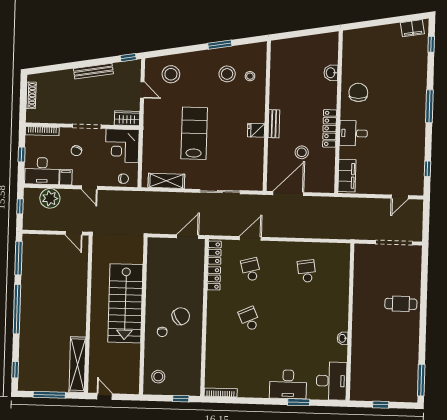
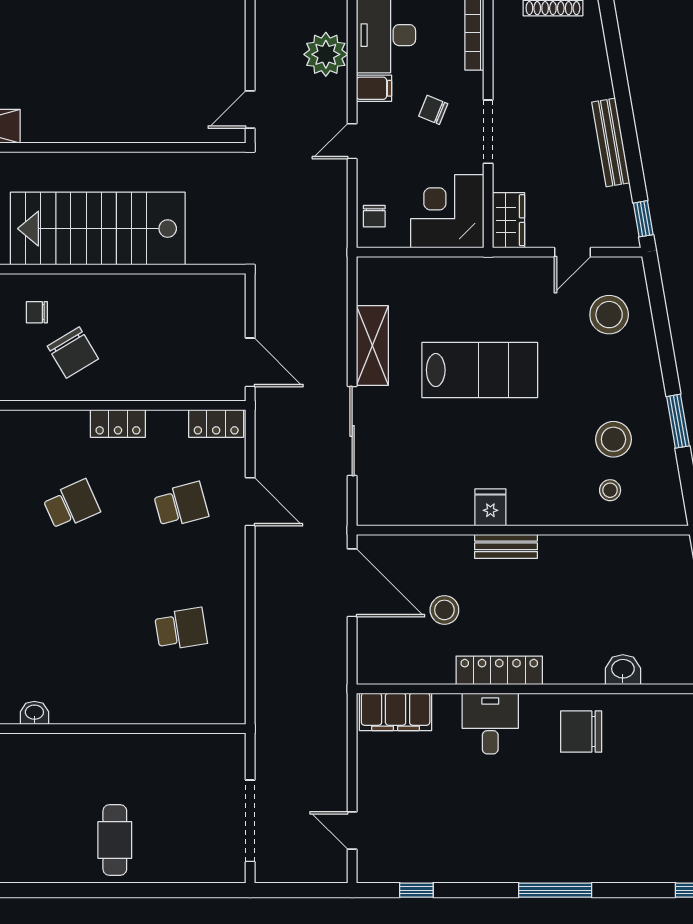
chair: (358, 92) -> (581, 732), turned 180
shelving: (166, 181) -> (372, 346), moved
locker: (214, 278) -> (118, 423), moved

